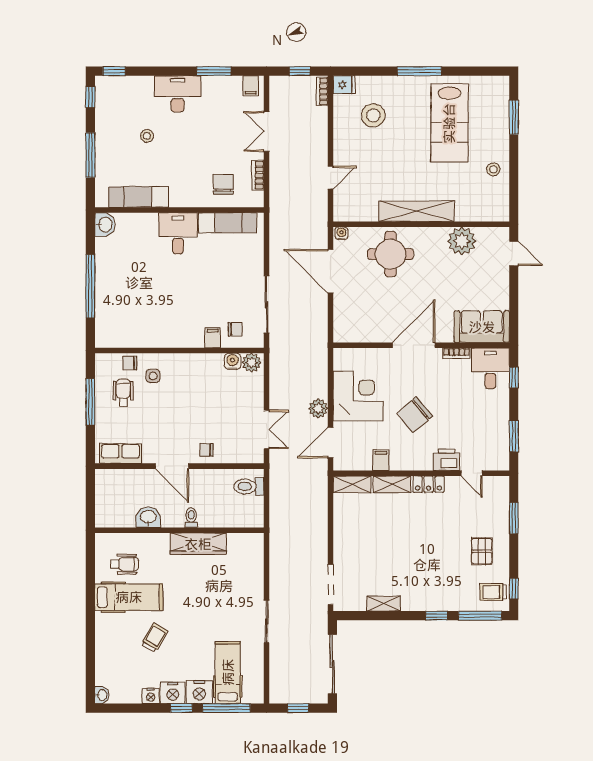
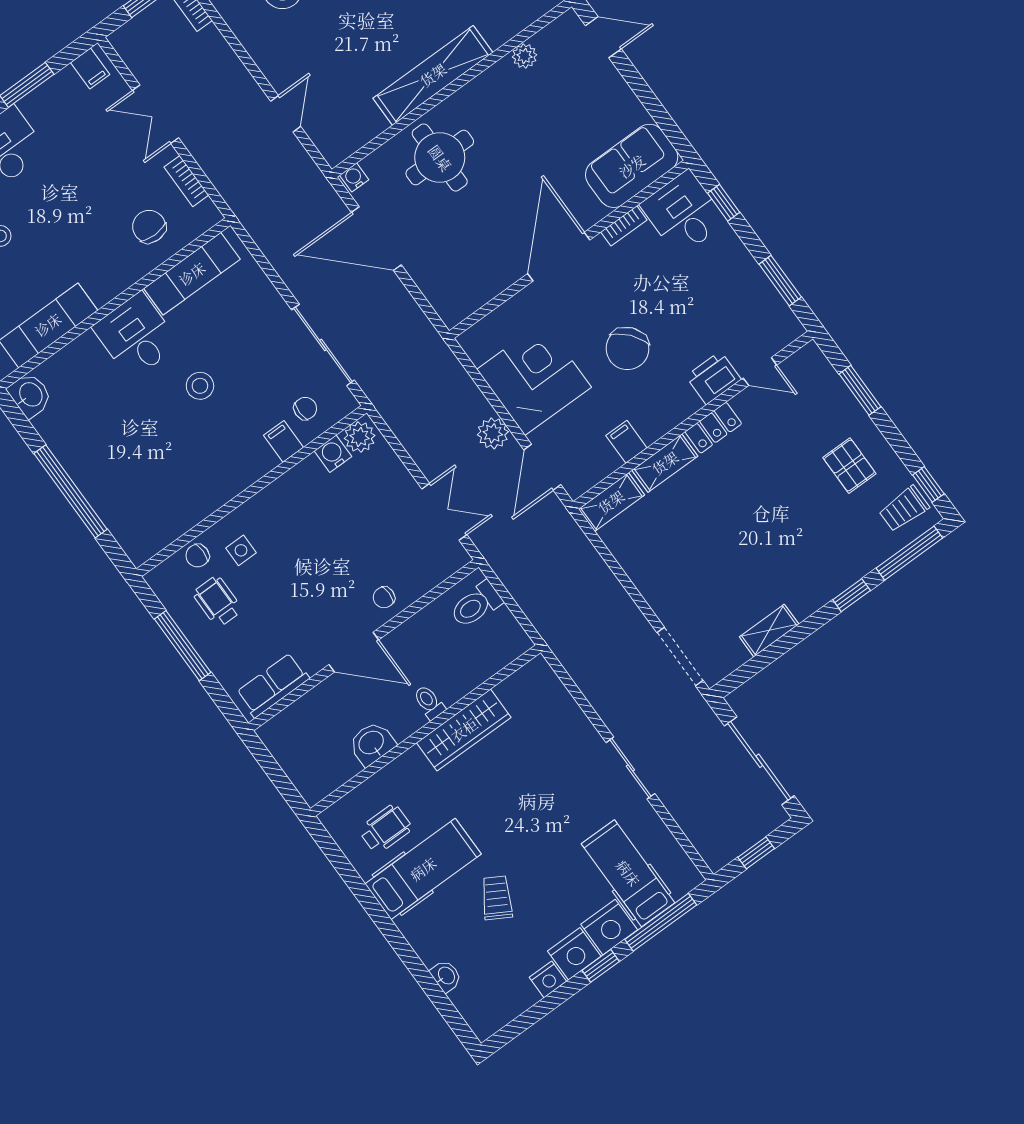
plant: (462, 241) -> (525, 56), width x0.53, depth x0.53
stool: (192, 281) -> (200, 386), added
washbasin: (102, 695) -> (446, 976), moved

